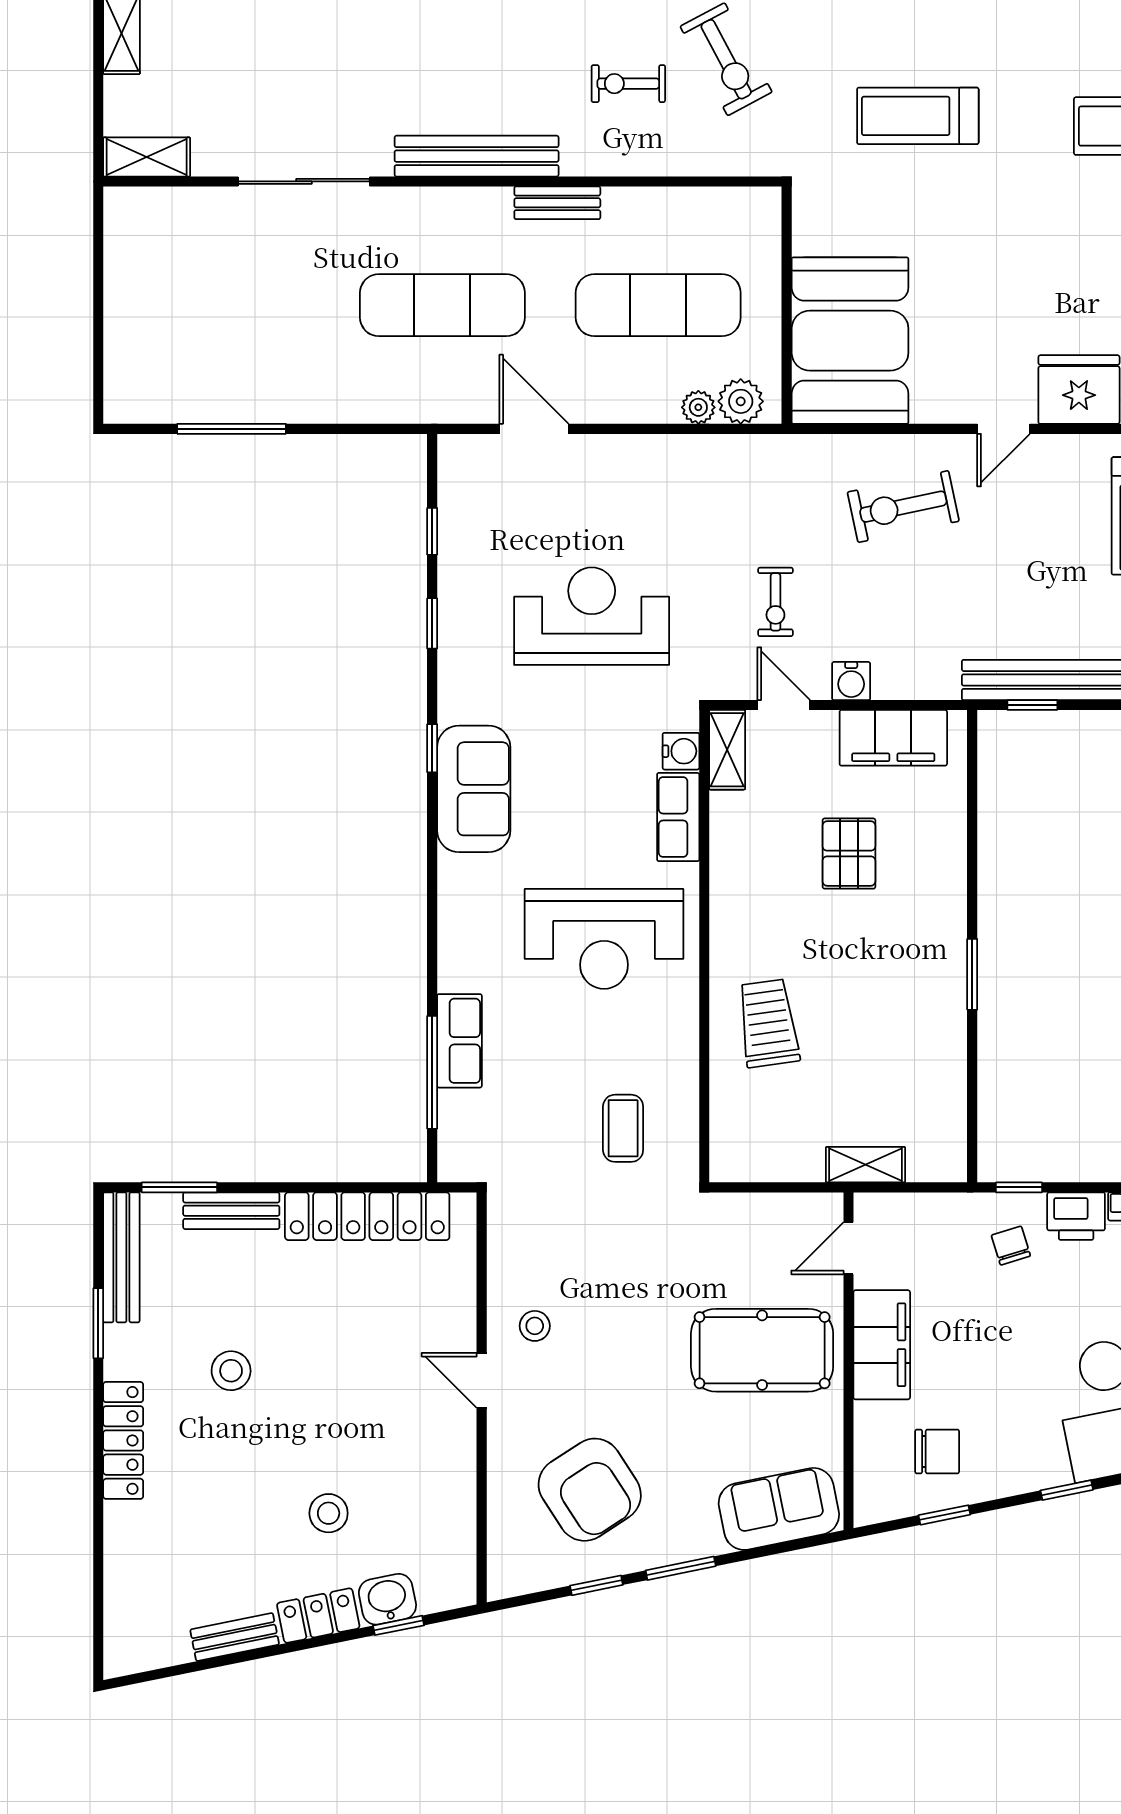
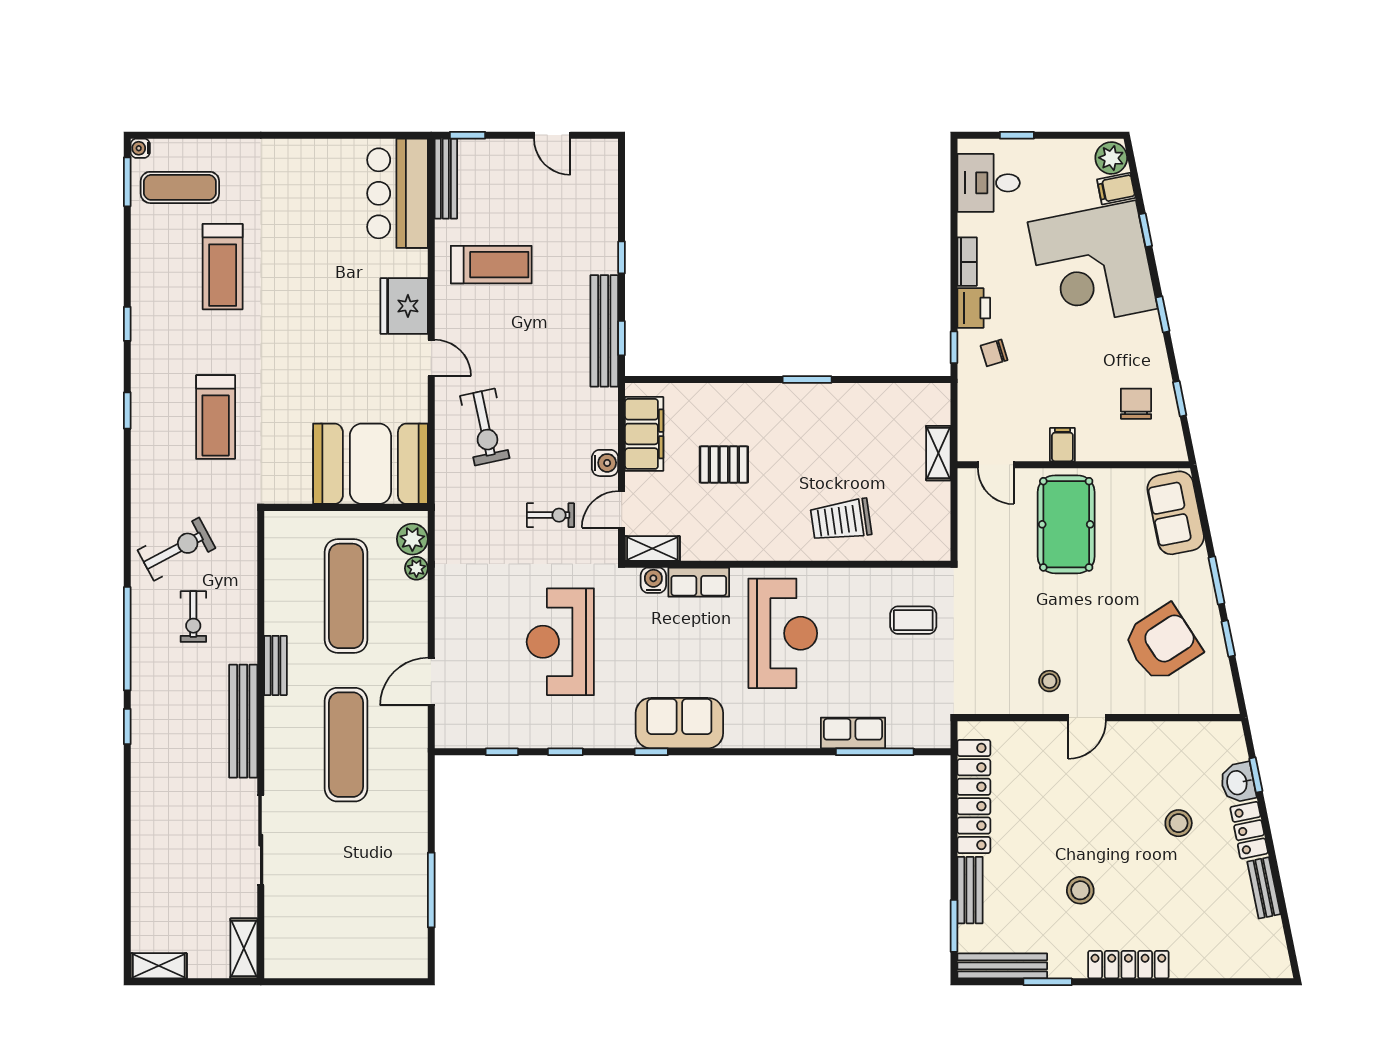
filing cabinet: (882, 1345) -> (1062, 445), width x0.33, depth x0.86

